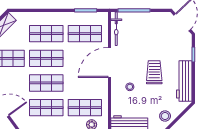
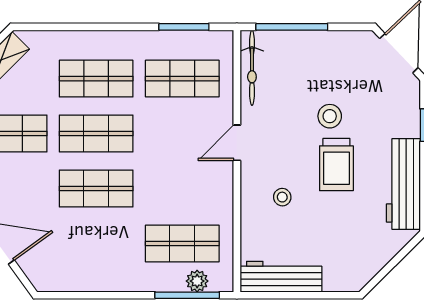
door: (109, 62) -> (237, 143), width x0.53
trolley: (154, 72) -> (336, 165), turned 180
shop shelf: (46, 108) -> (96, 243), removed
stool: (165, 116) -> (330, 116), moved

